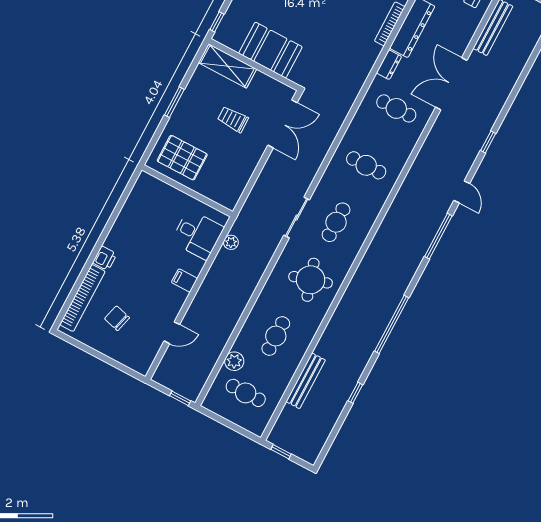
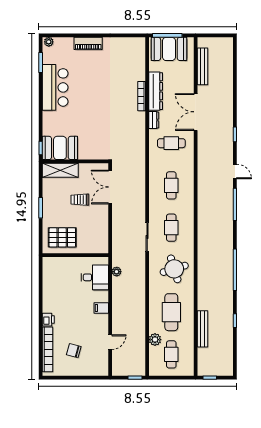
booth: (270, 50) -> (60, 148), moved
double door: (282, 124) -> (110, 187), swing flipped
cafe table: (366, 165) -> (171, 185), turned 90
cafe table: (276, 336) -> (171, 312), width x1.37, depth x1.35
cafe table: (246, 393) -> (171, 354), turned 90

